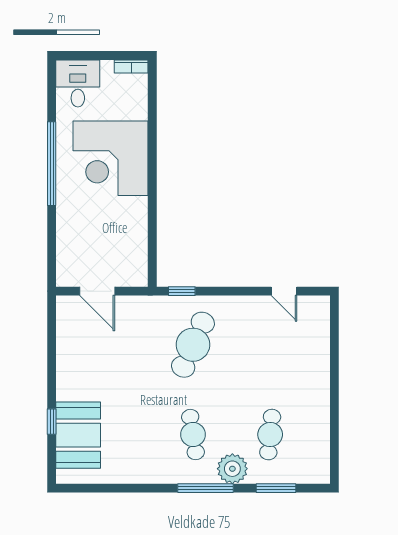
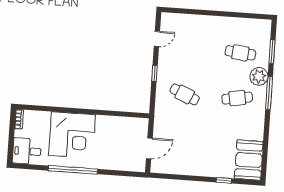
window: (182, 291) -> (155, 74), moved
cafe table: (193, 345) -> (185, 94), width x0.73, depth x0.74
booth: (78, 435) -> (249, 160), moved, turned 90

